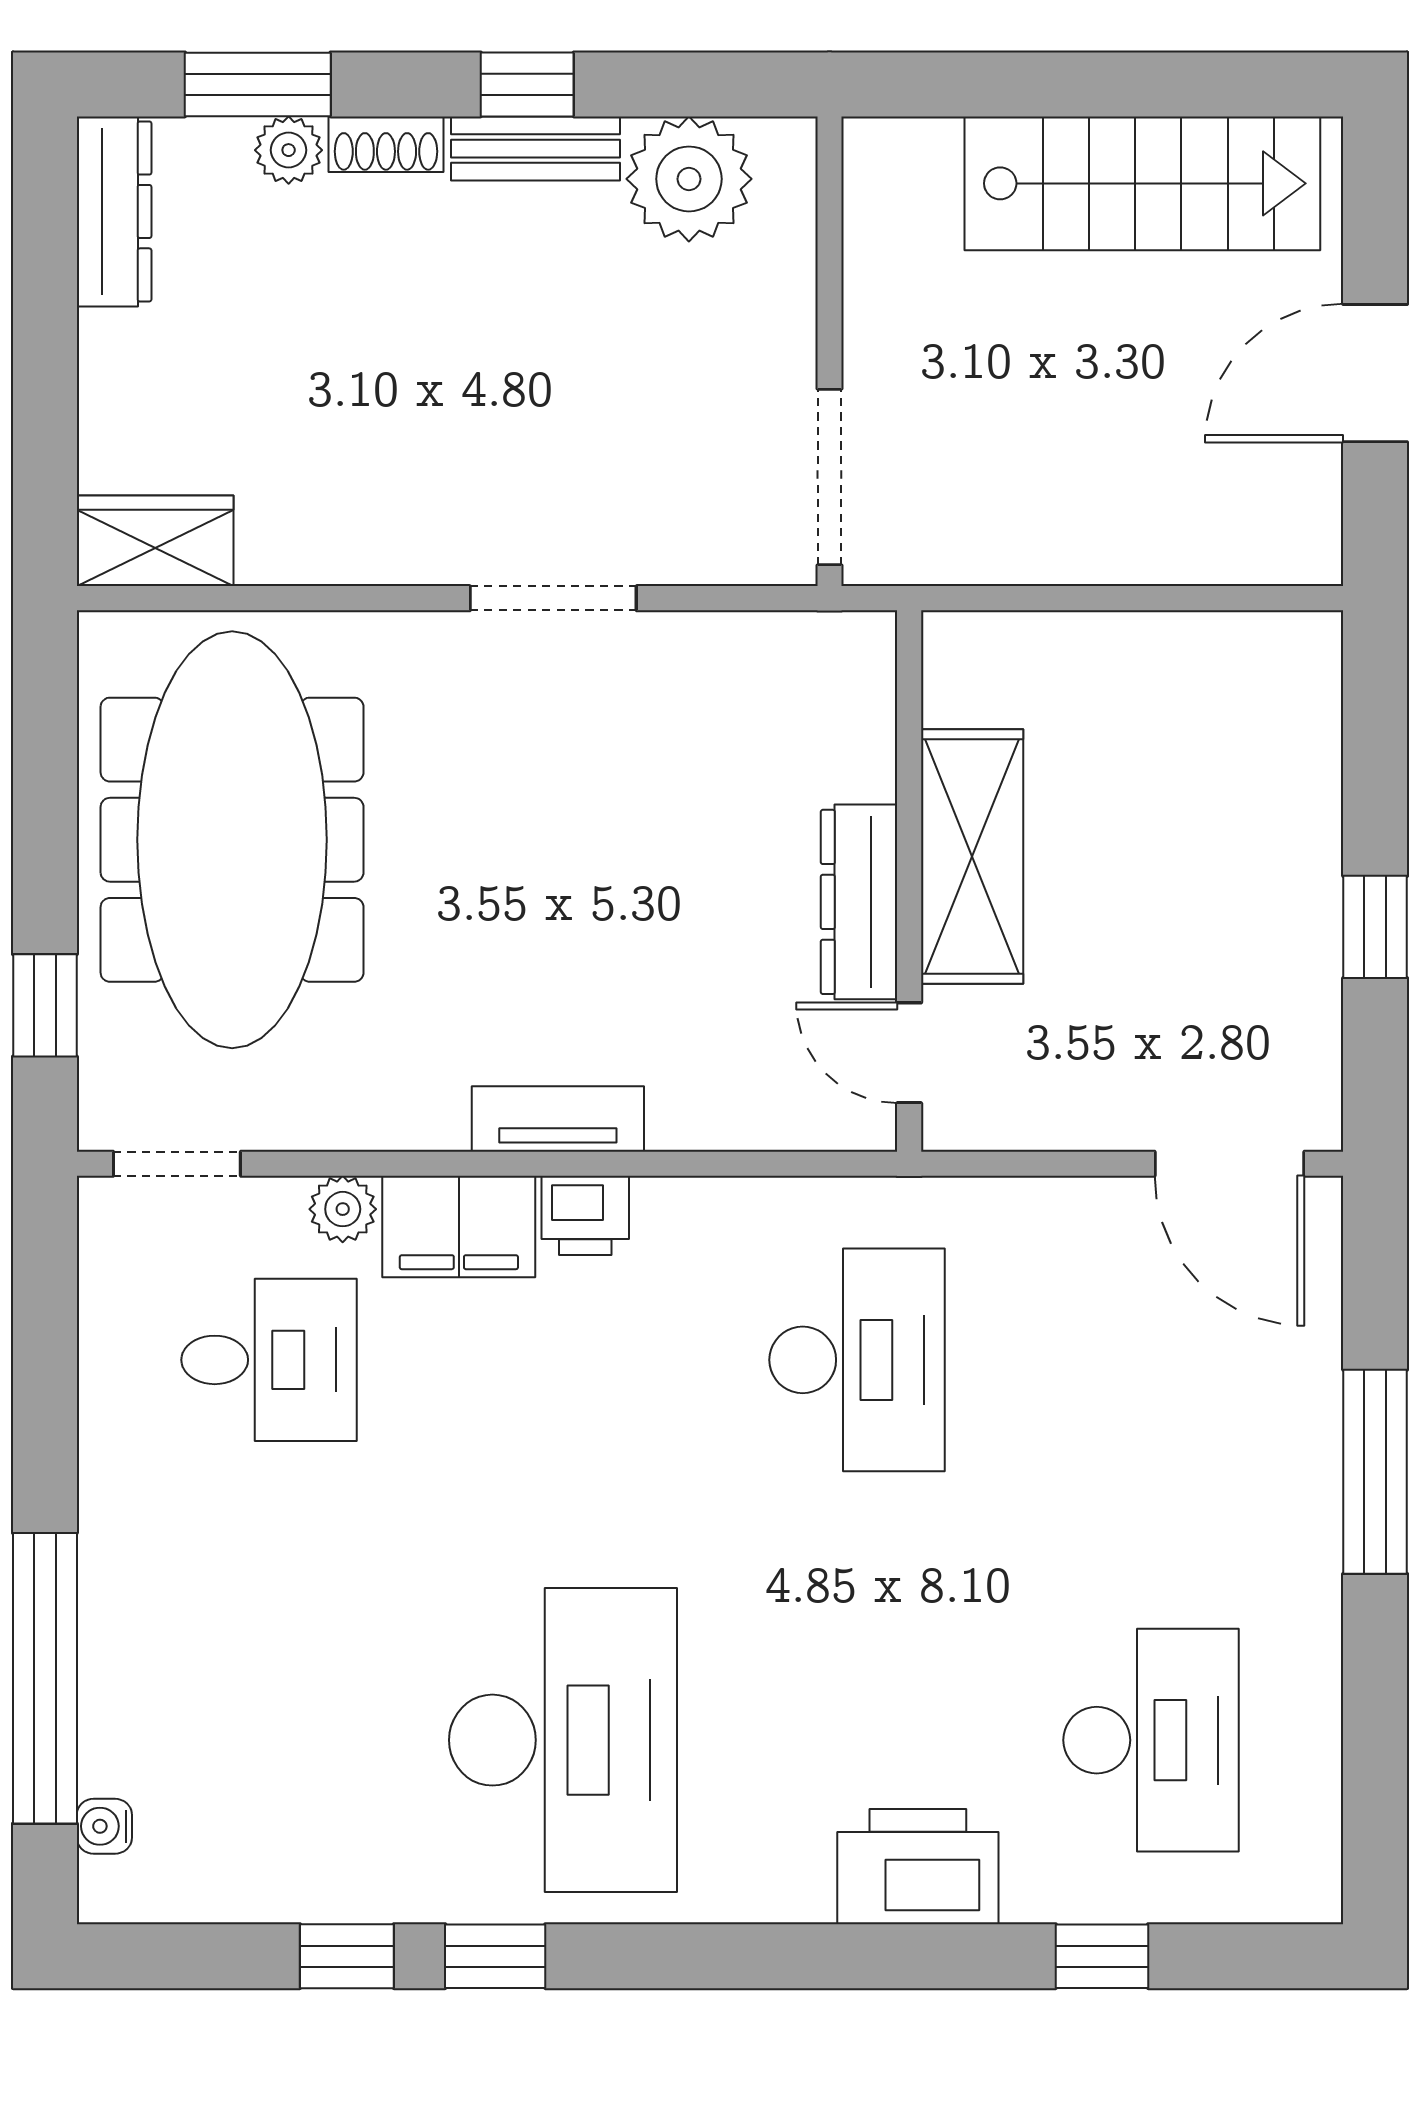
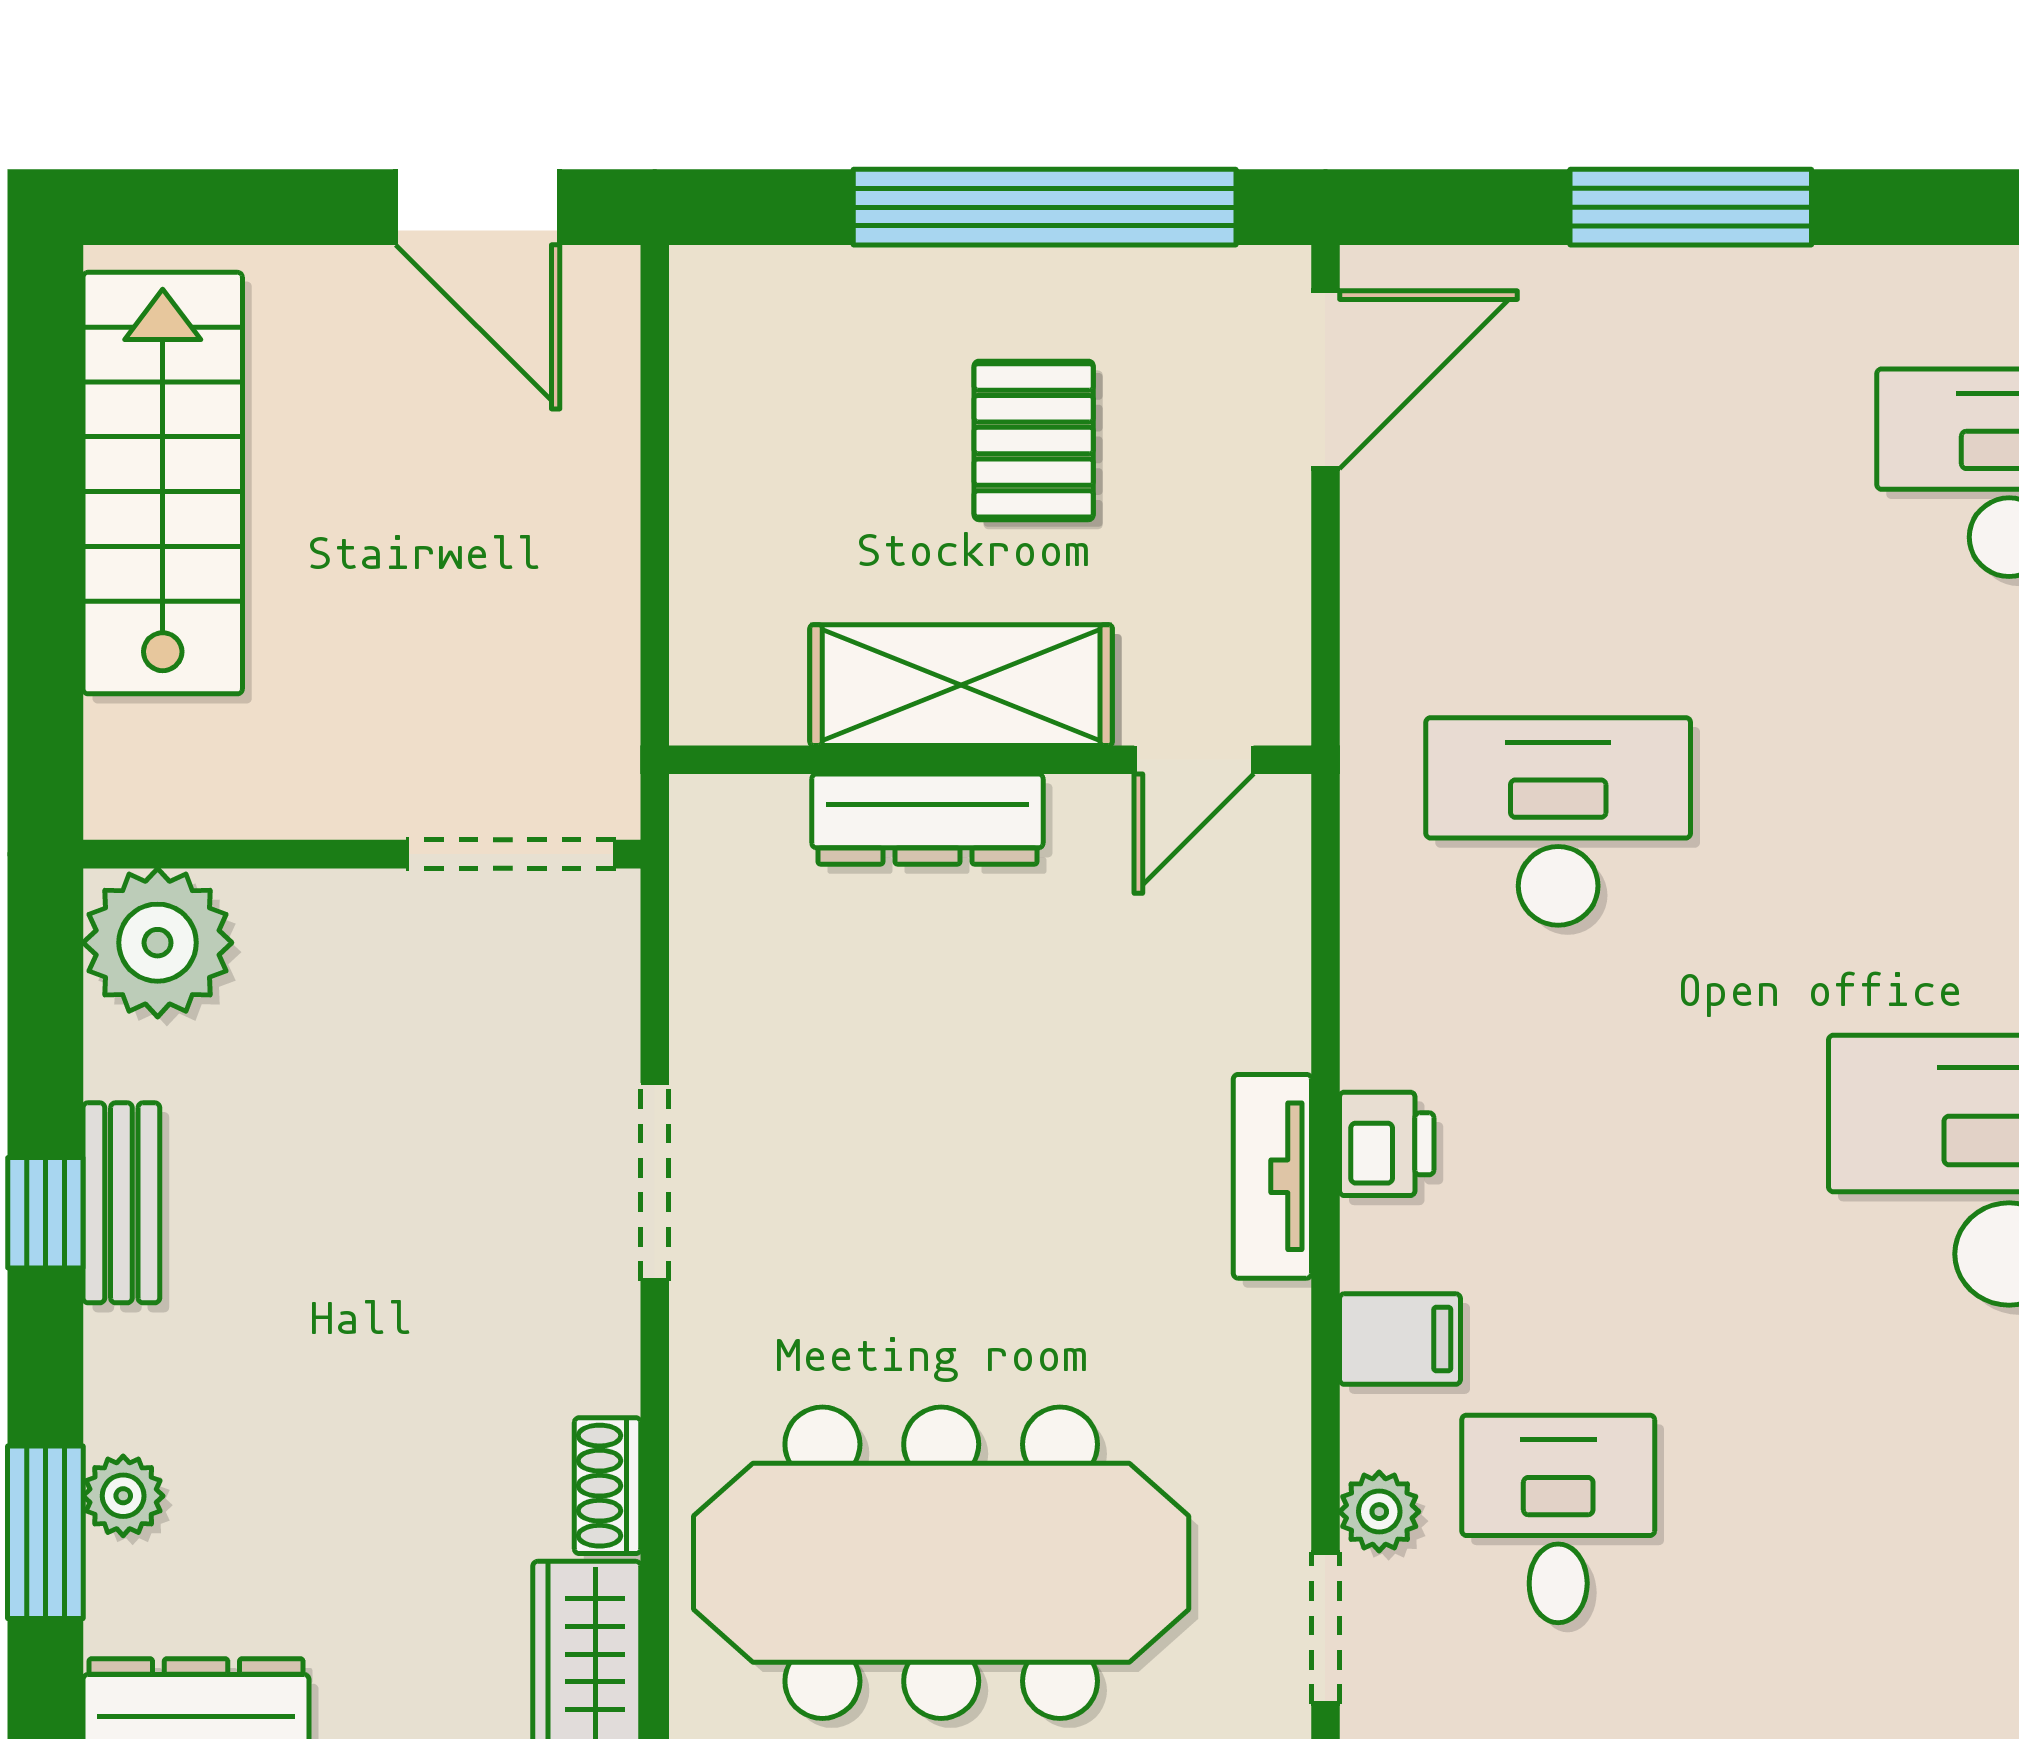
shoe rack: (386, 144) -> (608, 1486), moved, turned 180
plant: (689, 179) -> (158, 943), moved
door: (1375, 373) -> (478, 207), moved
dresser: (859, 902) -> (927, 819), moved
pallet: (1178, 918) -> (1034, 440), added
window: (1375, 927) -> (1045, 207), width x3.17
plant: (343, 1209) -> (1379, 1512), moved
filing cabinet: (459, 1227) -> (1400, 1339), width x0.50

